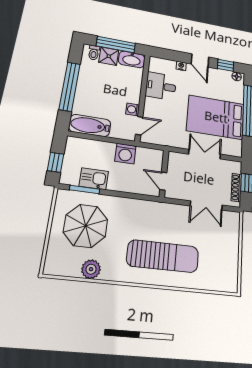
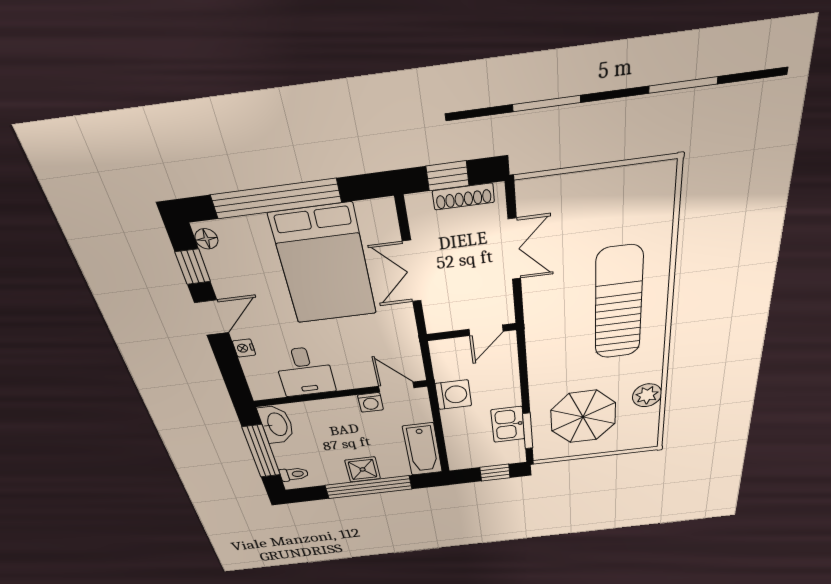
shower: (109, 56) -> (363, 469), moved

